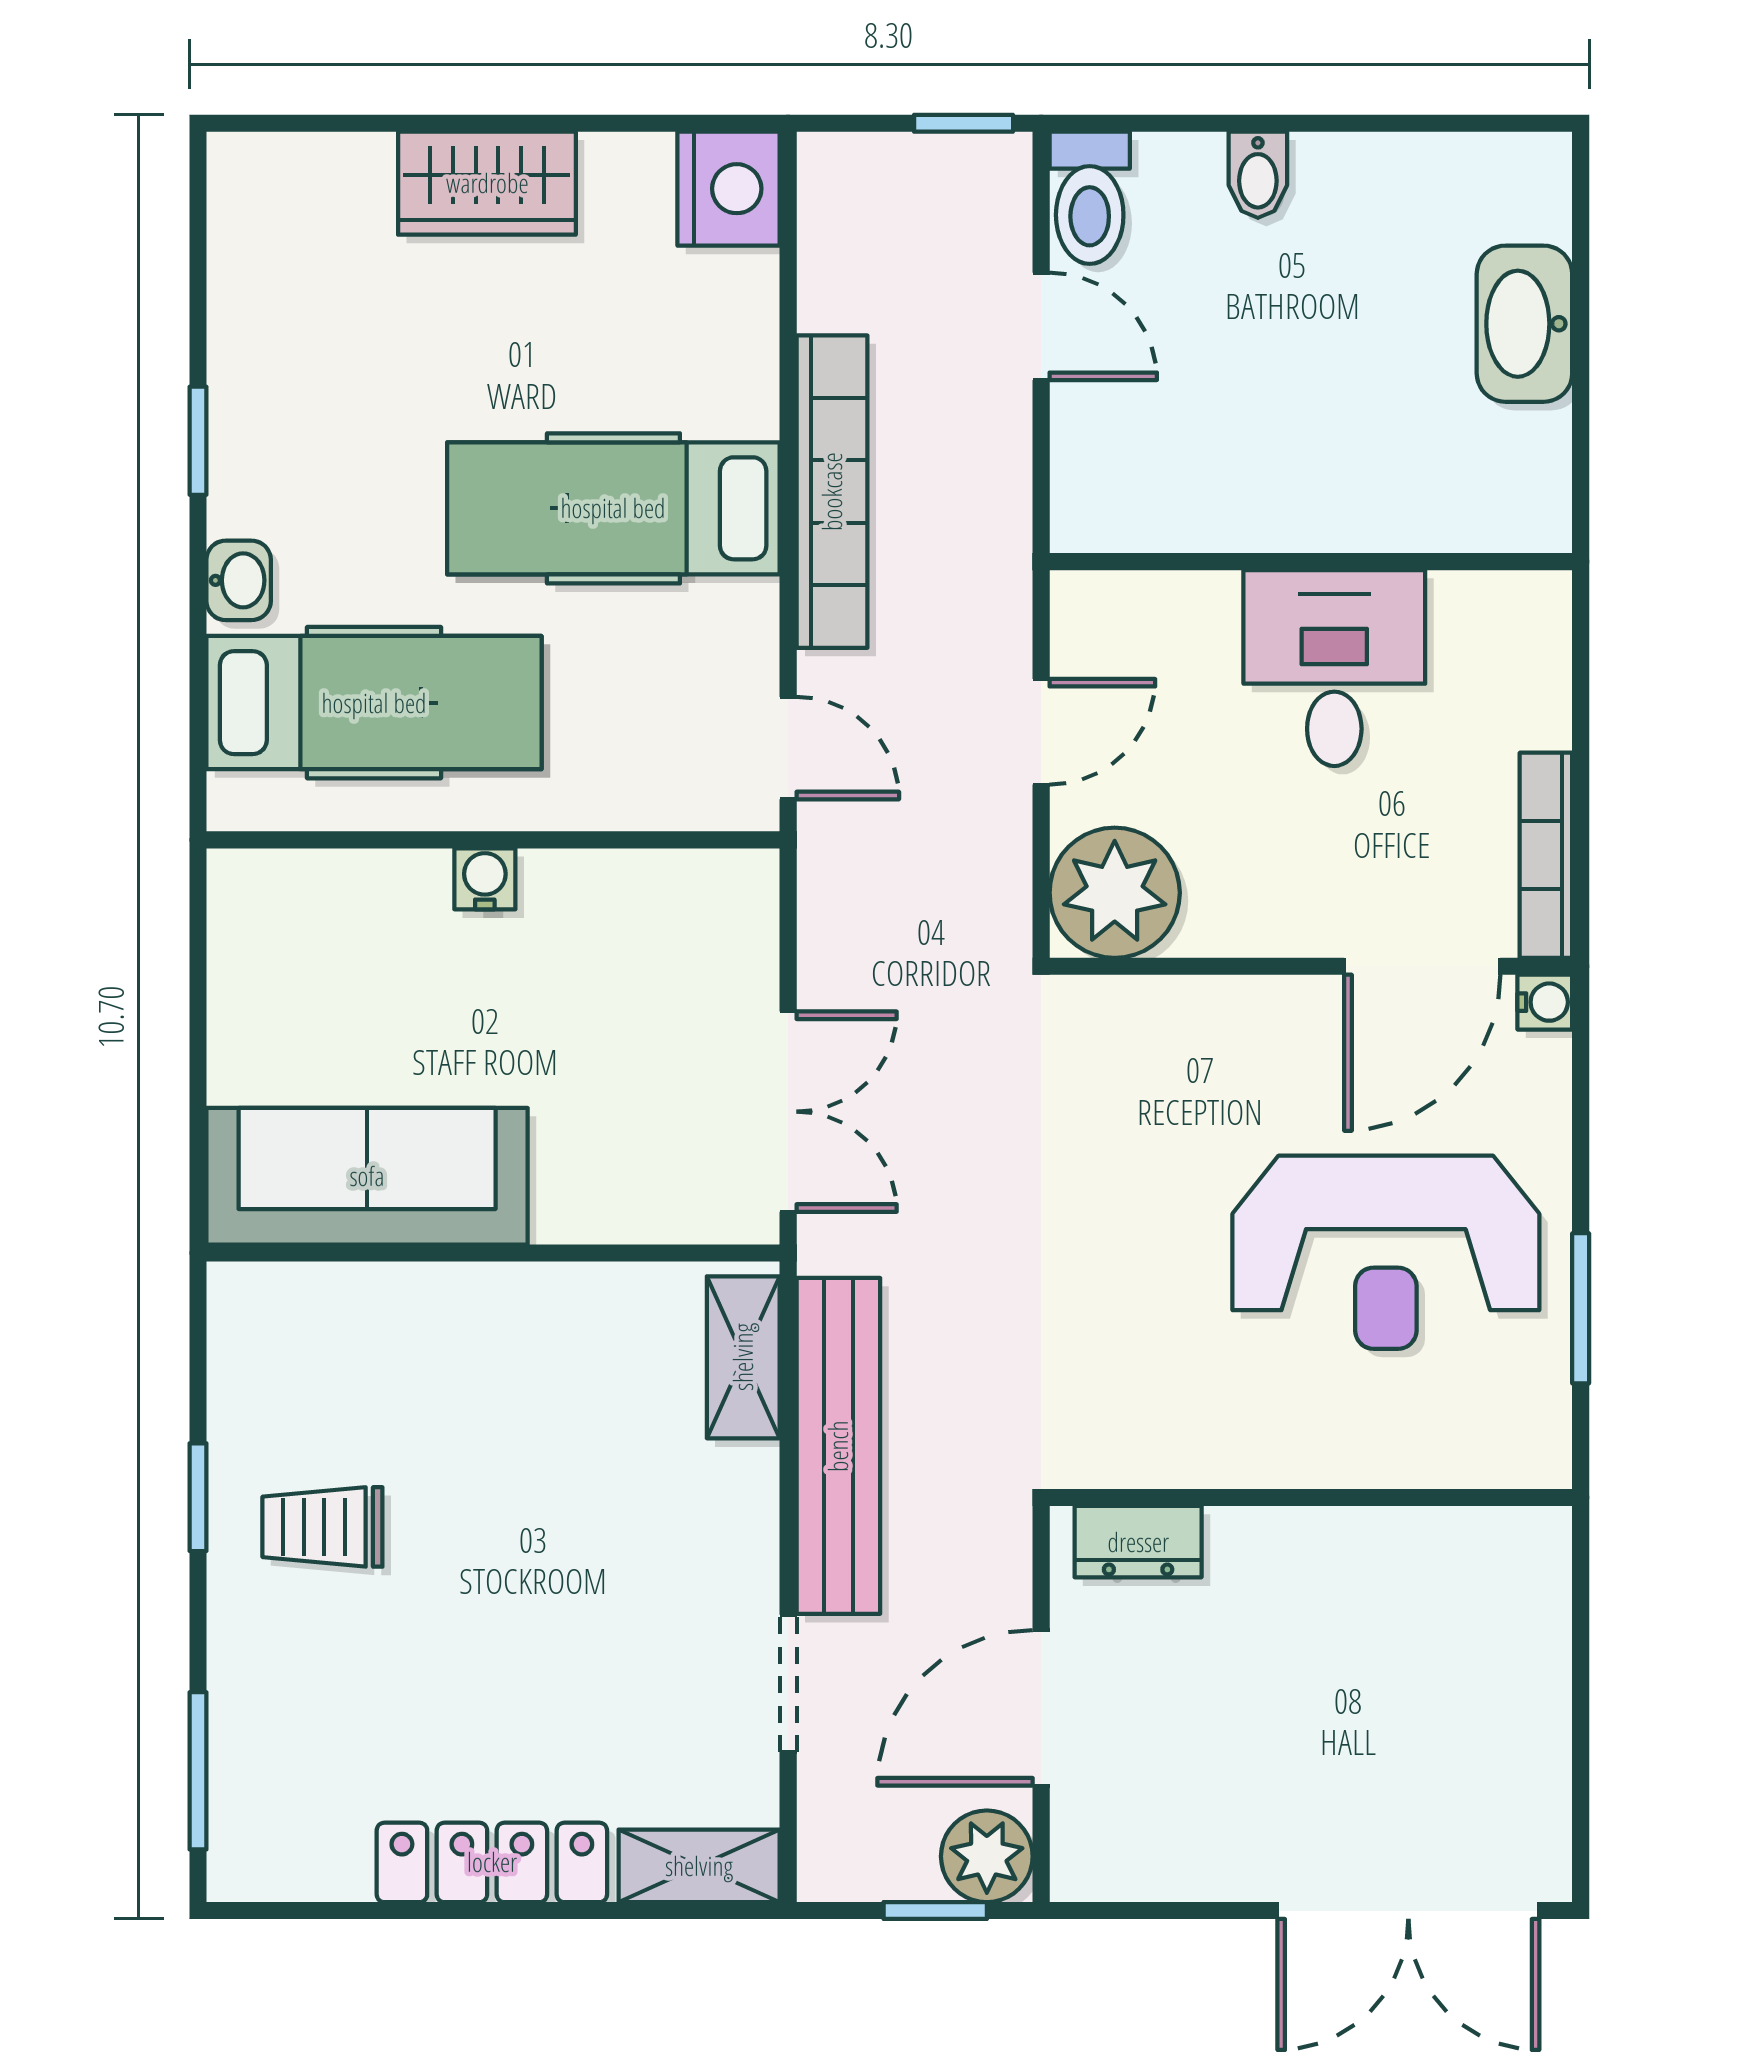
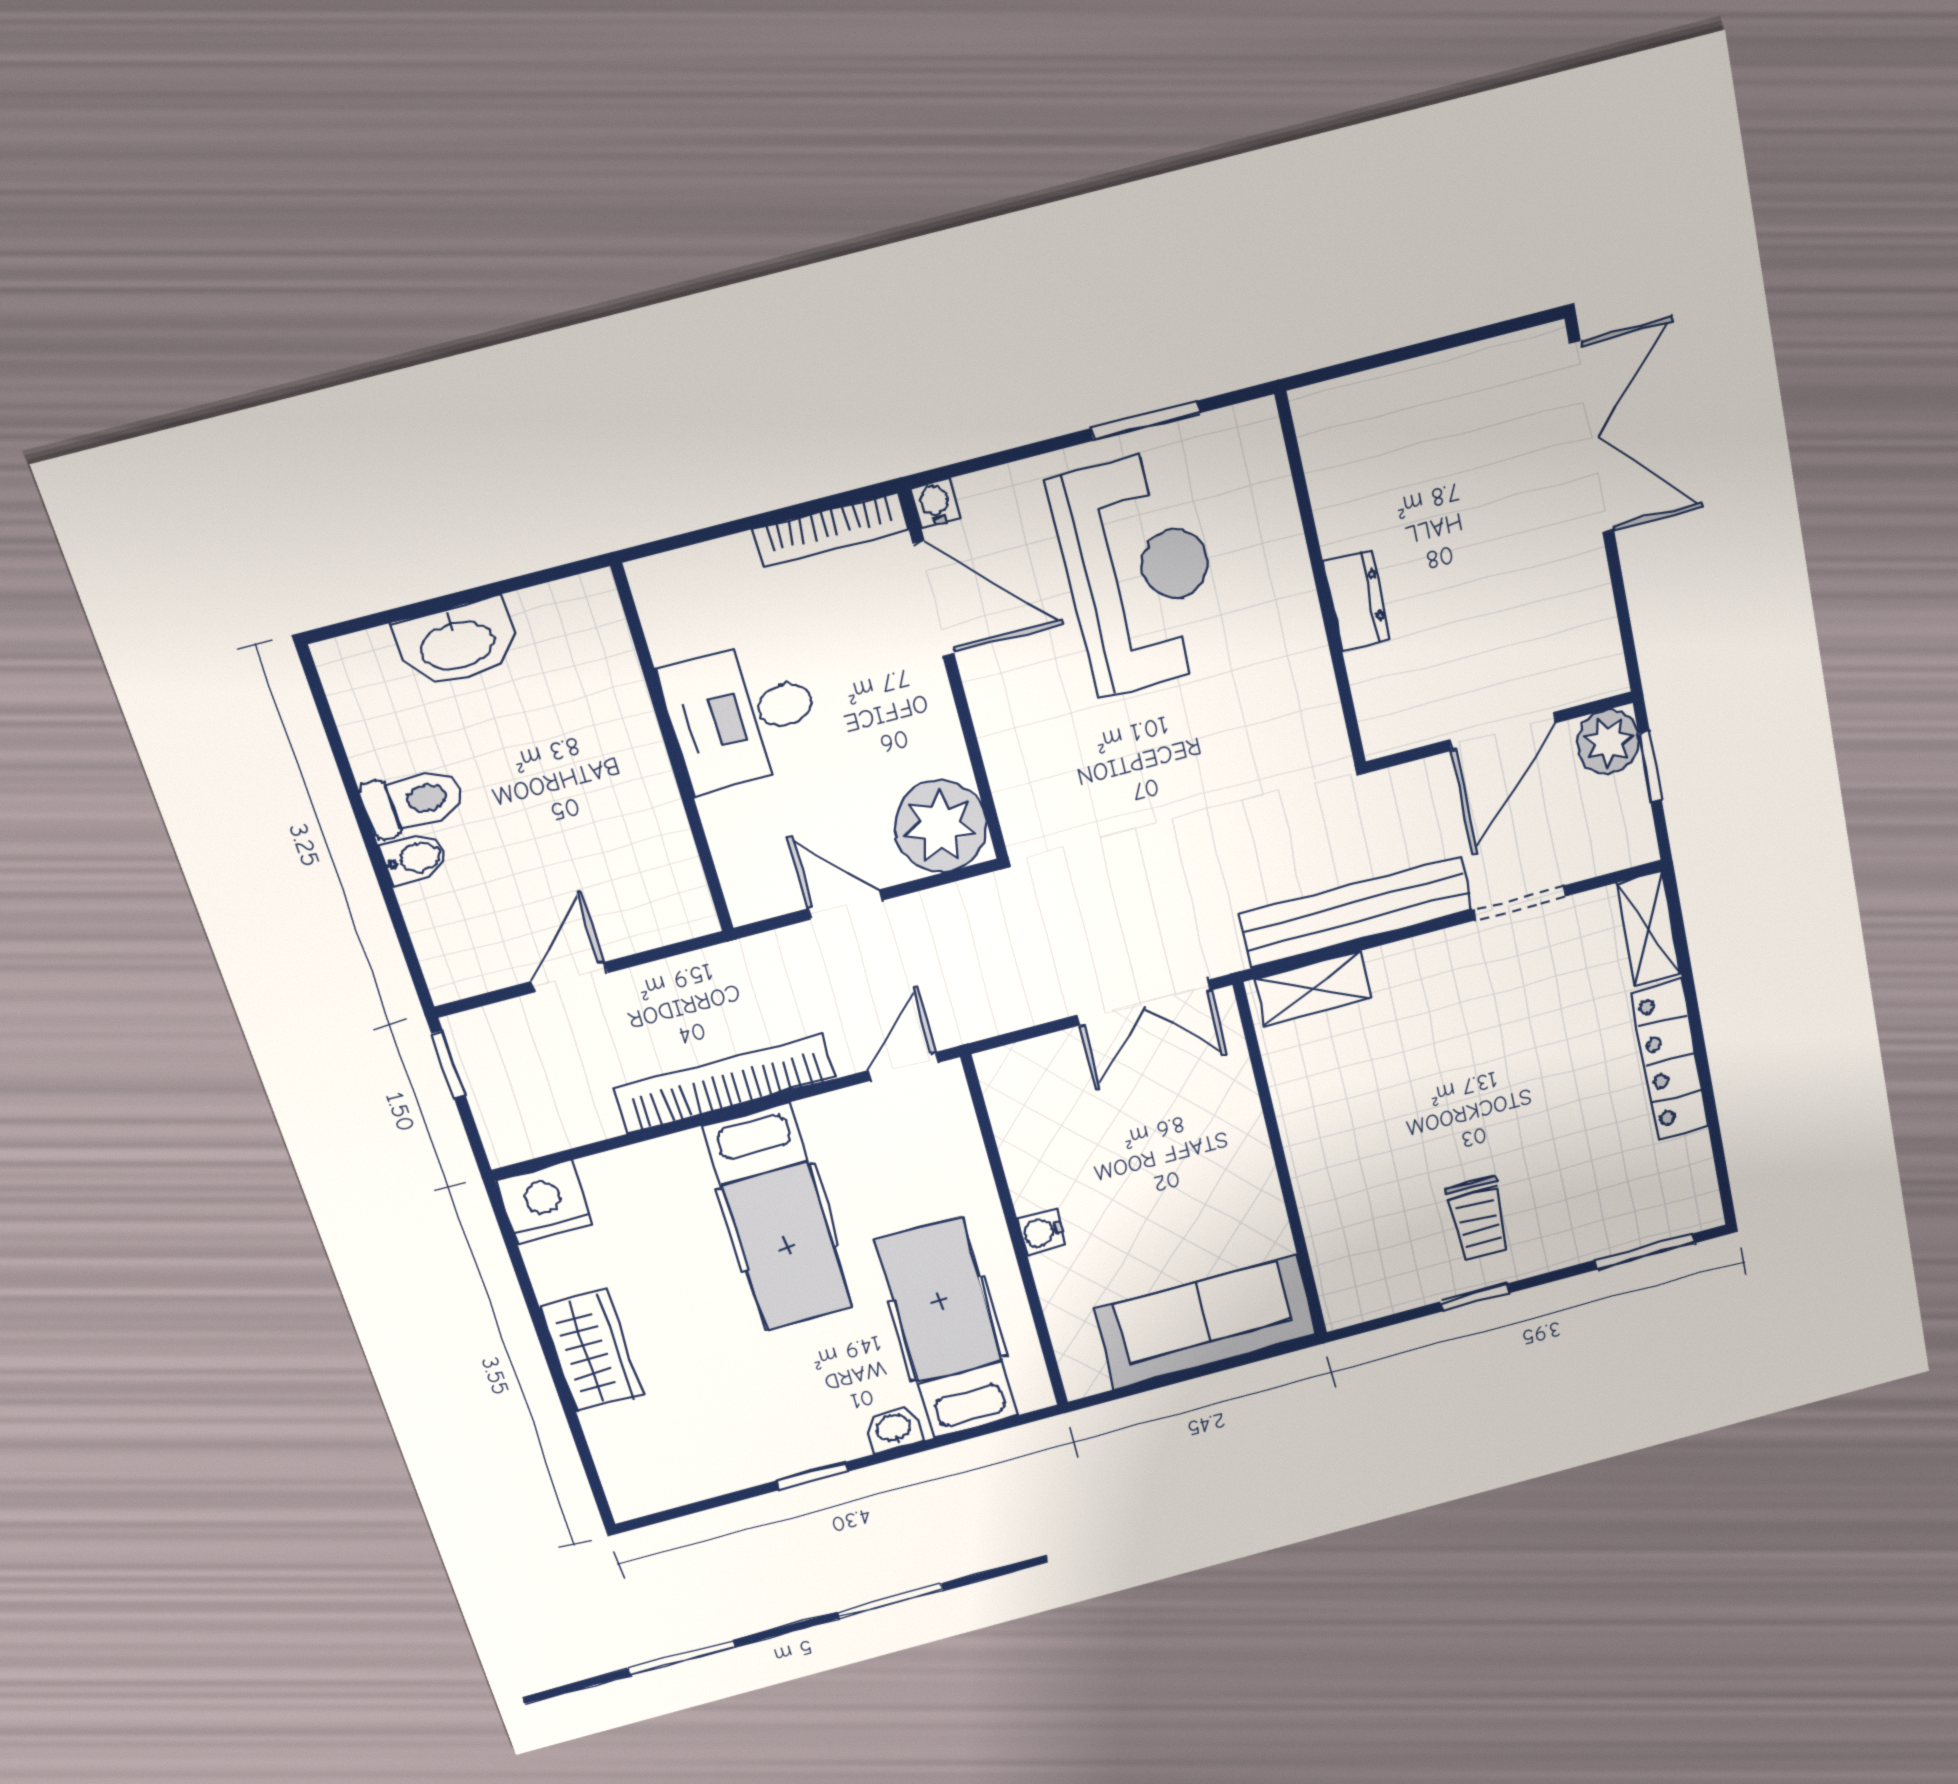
toilet: (1090, 198) -> (413, 802), moved
double door: (788, 1112) -> (1144, 1003), swing flipped
sofa: (367, 1176) -> (1206, 1322), moved, turned 90
dresser: (1138, 1542) -> (1357, 600), moved
door: (1041, 1708) -> (1502, 731), hinge flipped

